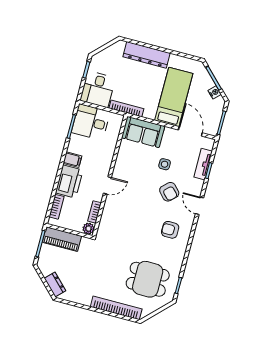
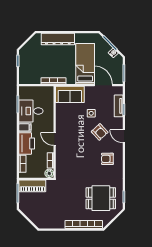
desk: (98, 89) -> (30, 73), removed
desk: (91, 122) -> (31, 111), moved
door: (107, 185) -> (55, 139), swing flipped
dresser: (55, 285) -> (36, 219), removed

